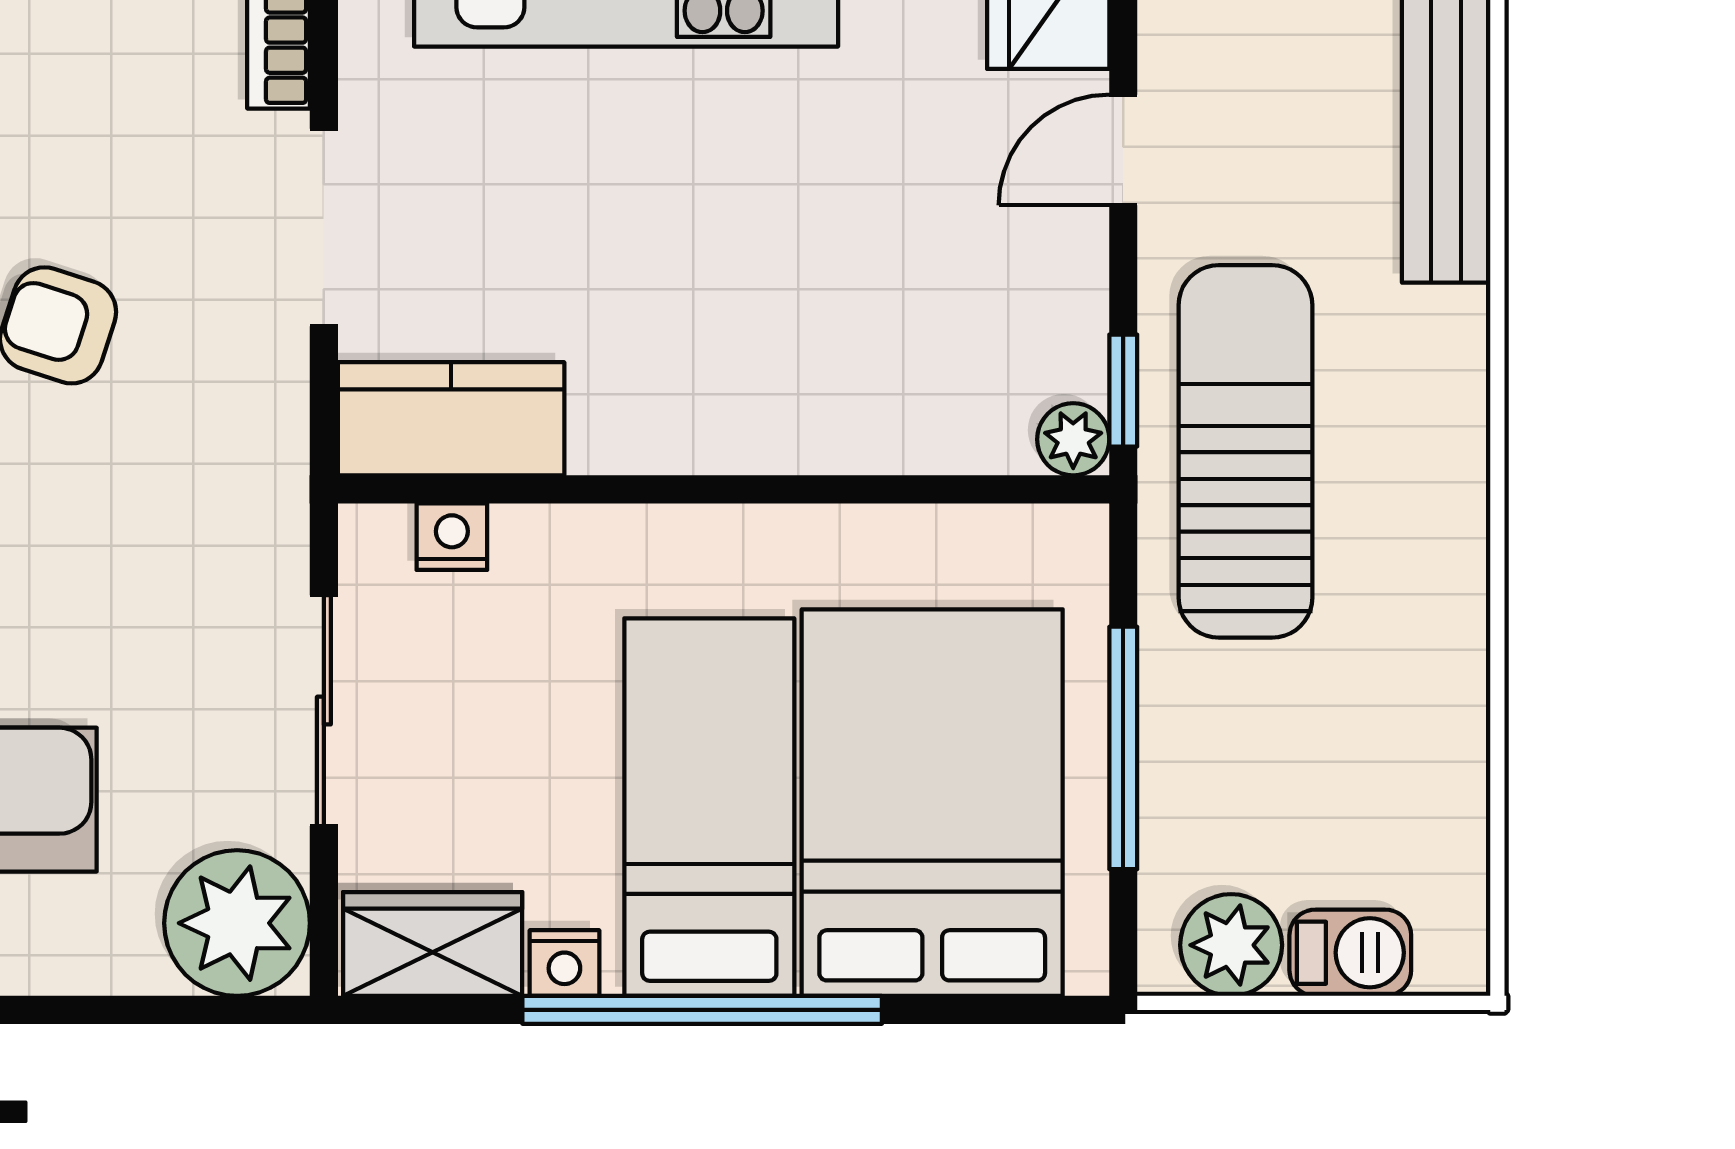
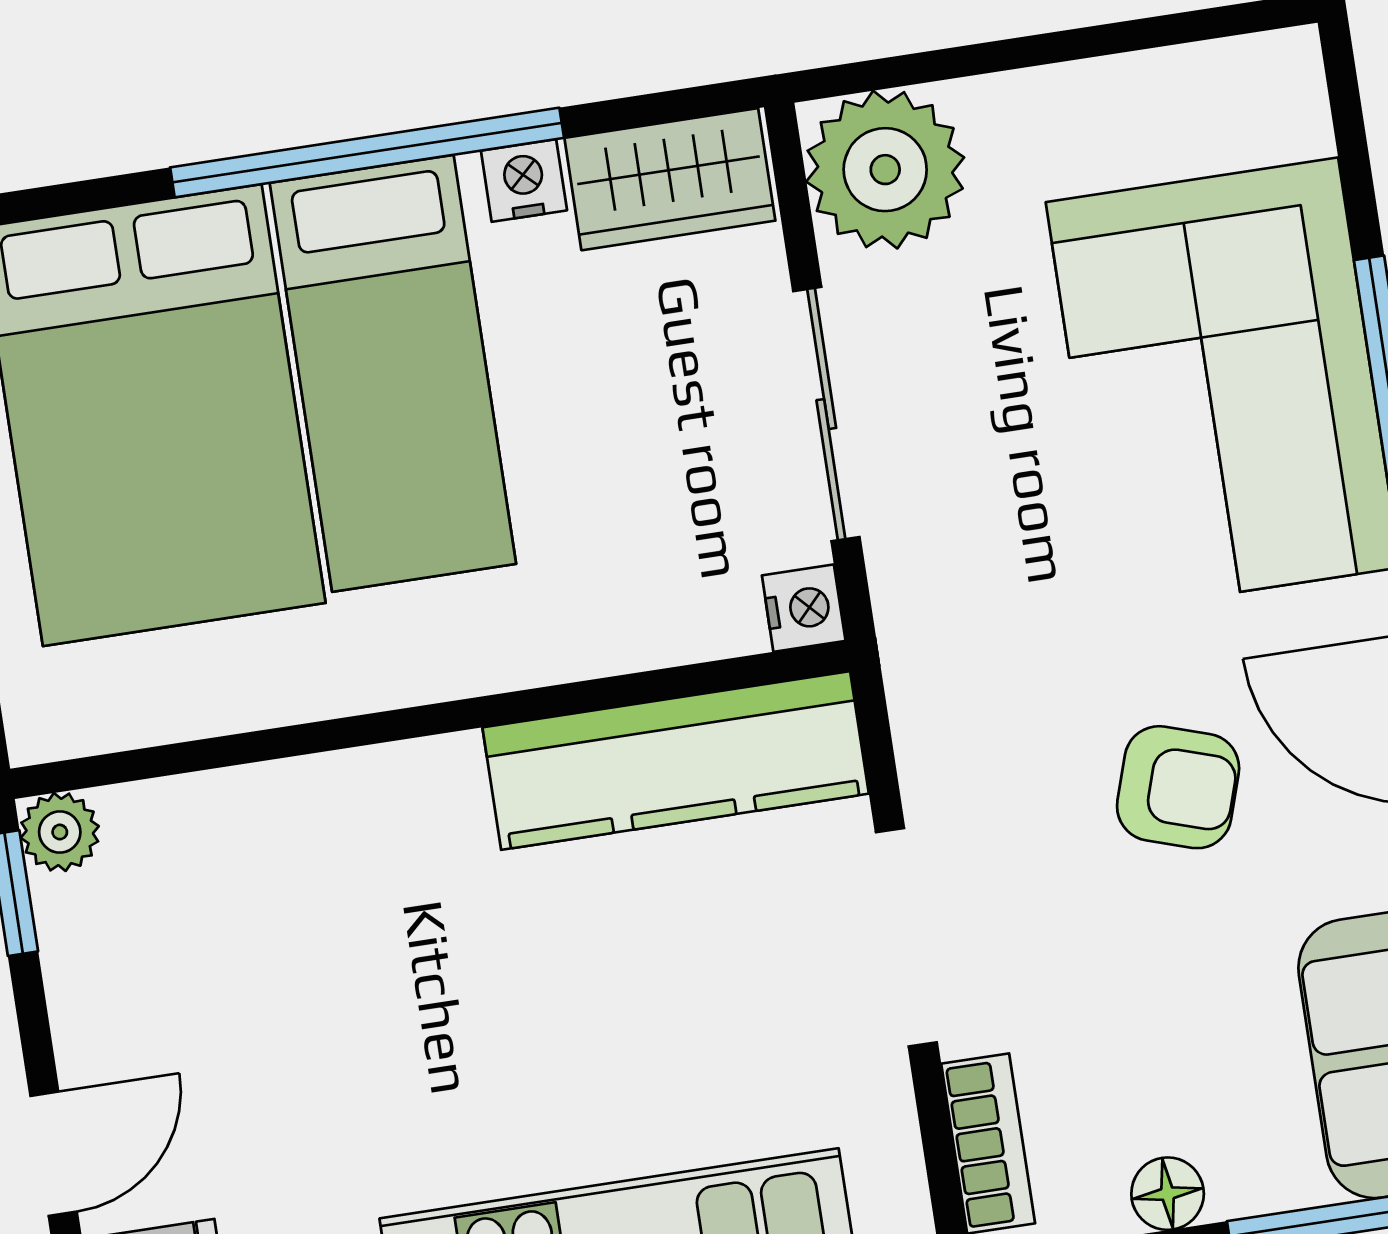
kitchen counter: (451, 419) -> (676, 761), width x1.50
nightstand: (452, 537) -> (804, 608), moved, turned -90

